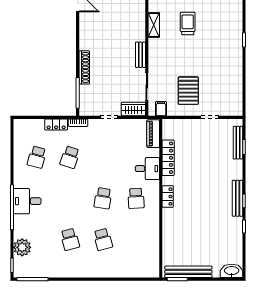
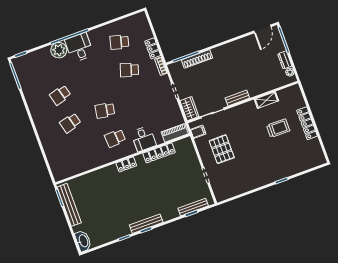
shoe rack: (84, 67) -> (197, 59), moved
pallet: (188, 91) -> (222, 149), turned 90
plant: (22, 247) -> (59, 50), moved

